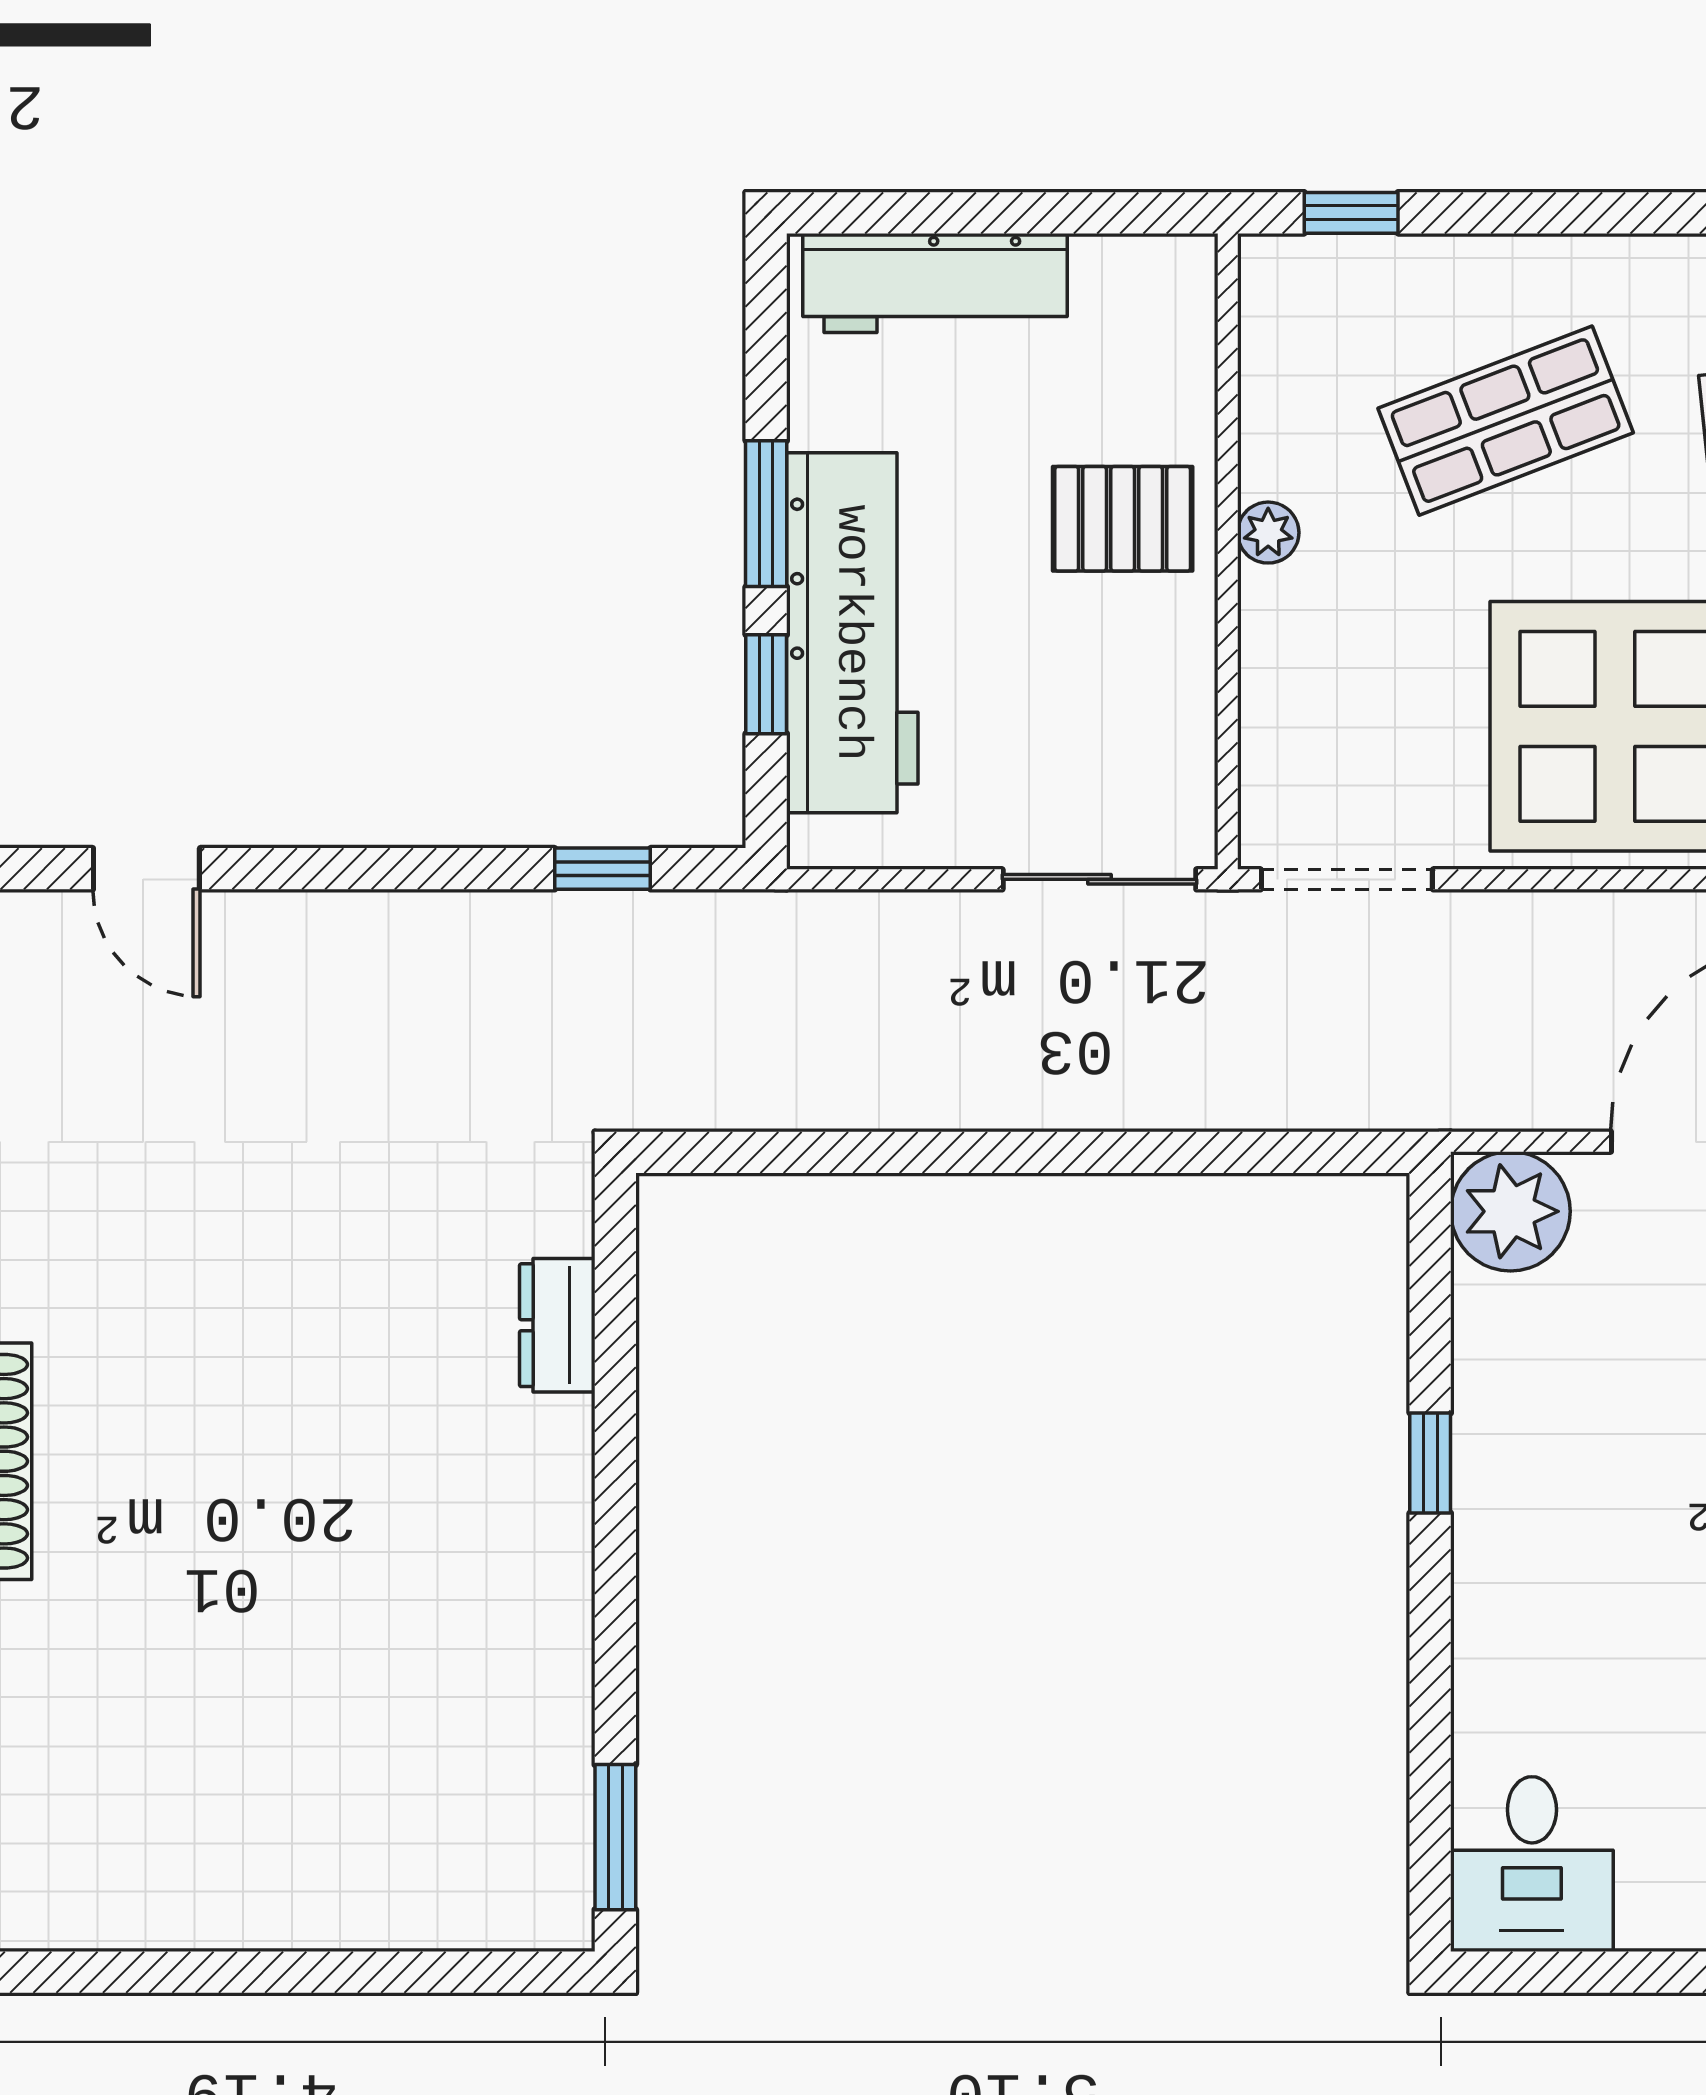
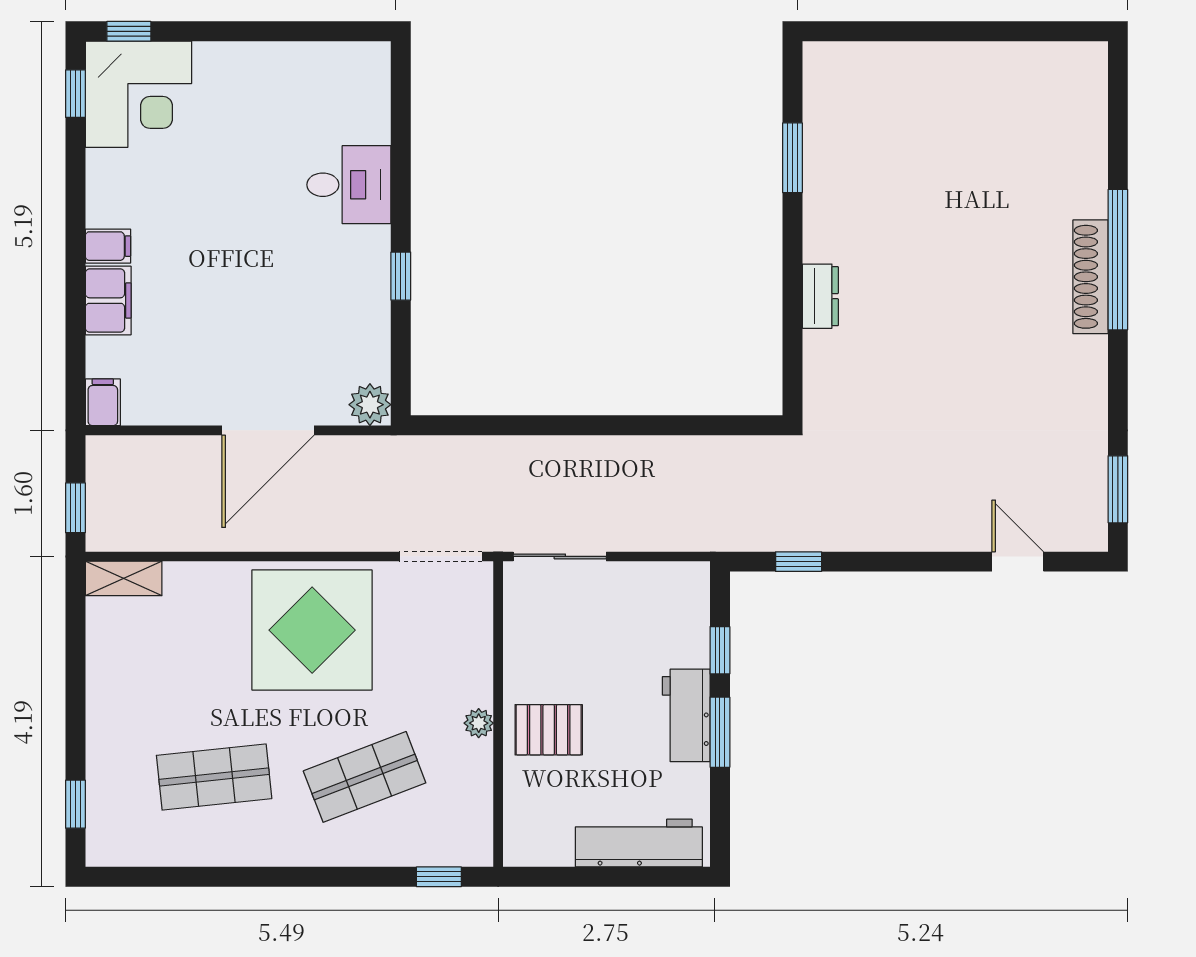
workbench: (852, 633) -> (686, 715), width x0.53, depth x0.76
plant: (1510, 1211) -> (370, 405), width x0.73, depth x0.73
dresser: (557, 1325) -> (820, 296), moved
window: (615, 1837) -> (792, 158), moved
desk: (1532, 1864) -> (349, 185), moved, turned 90

